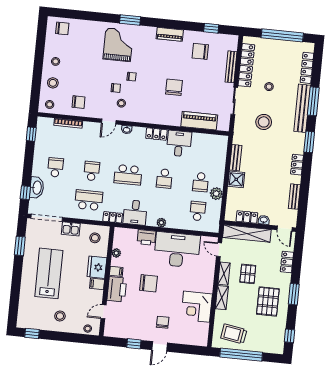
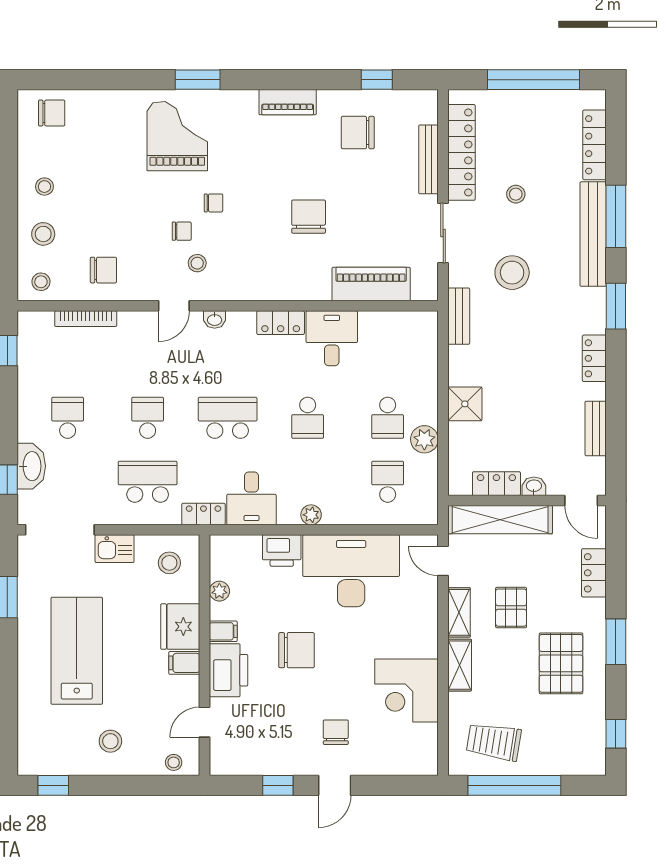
bench: (236, 158) -> (459, 316), moved
school desk: (128, 175) -> (228, 418), turned 180

